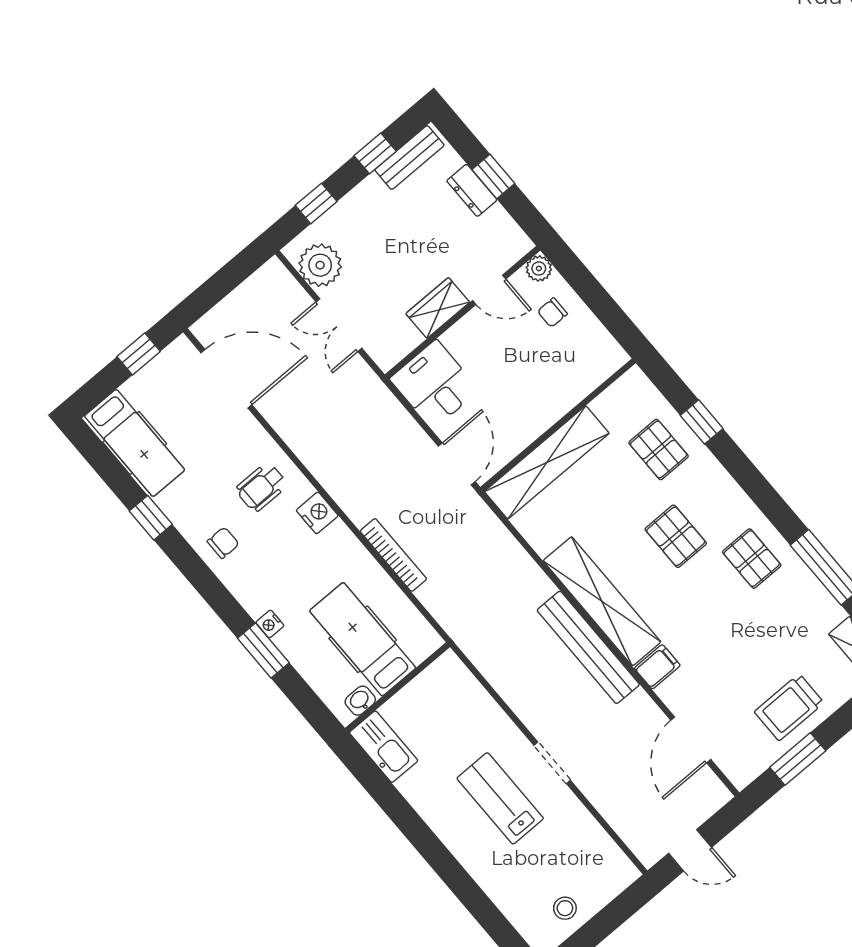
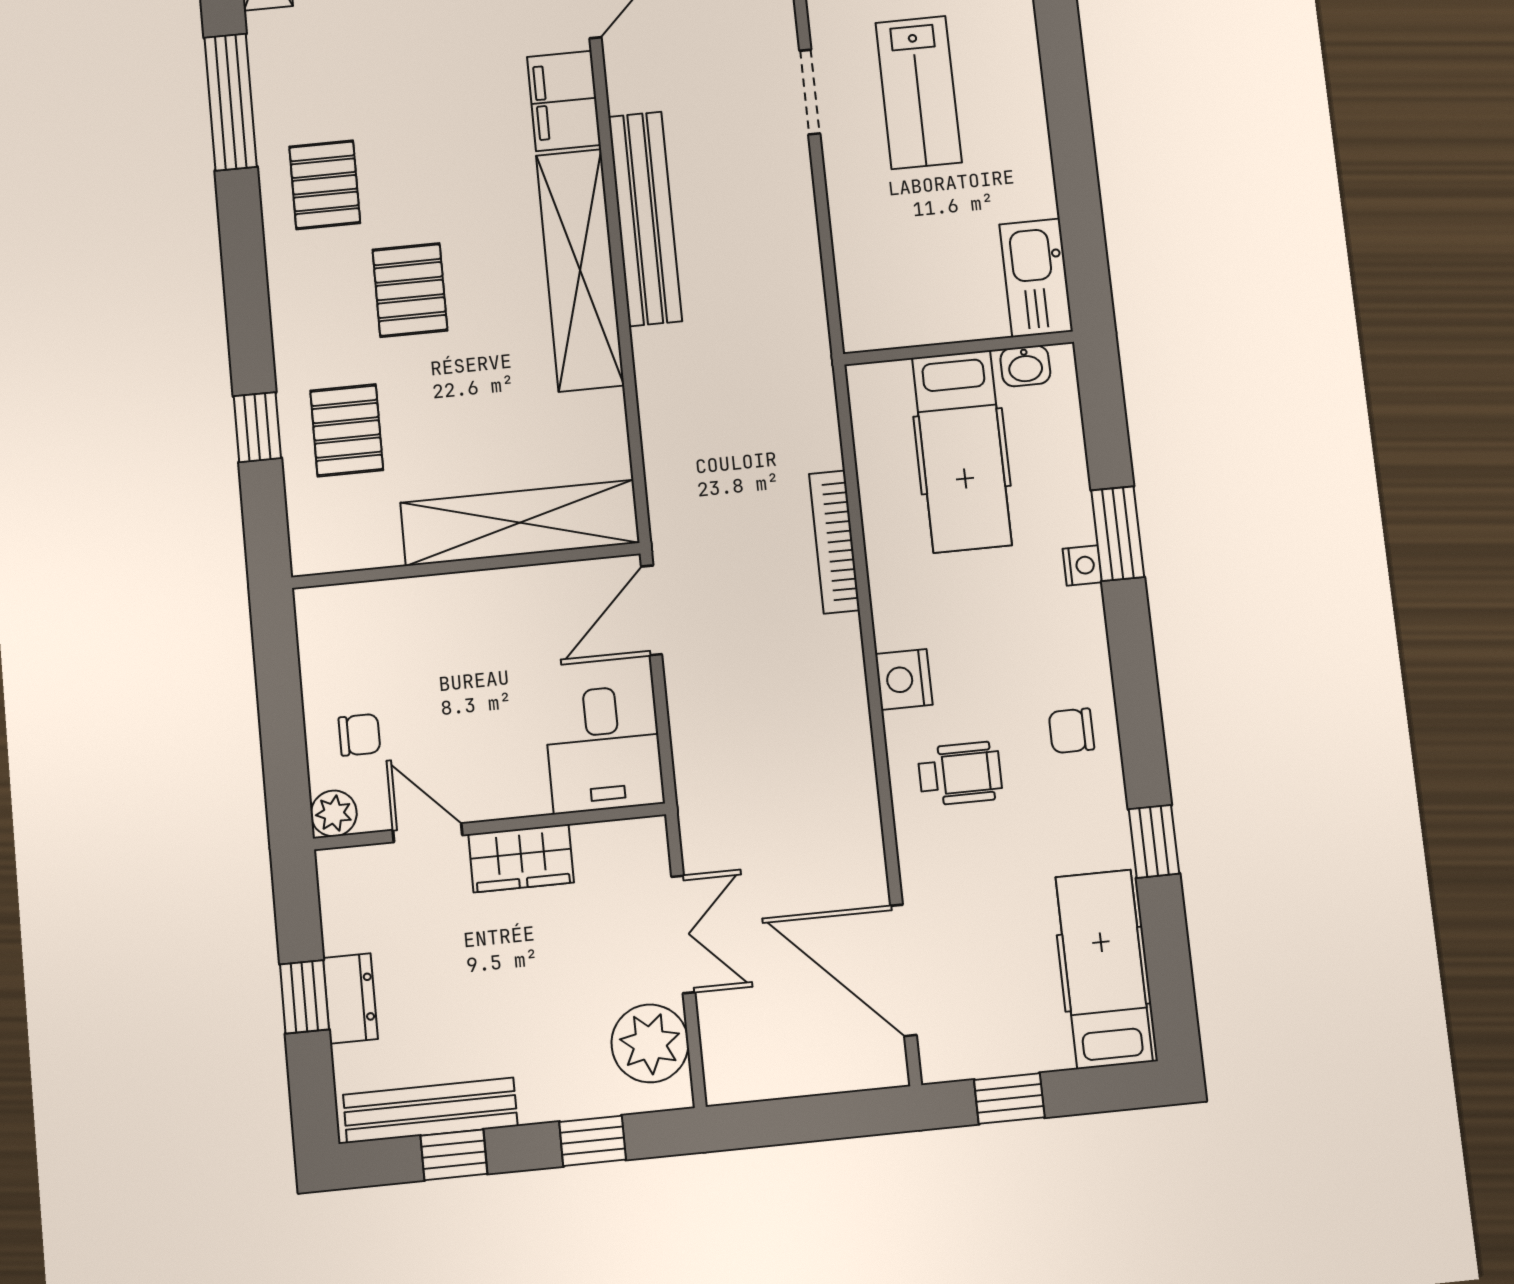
bench: (409, 158) -> (430, 1110), width x1.36
filing cabinet: (657, 667) -> (564, 101), width x2.00

